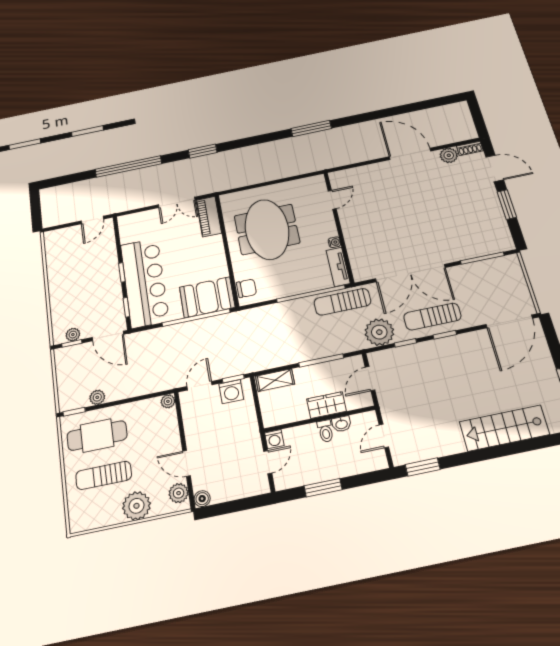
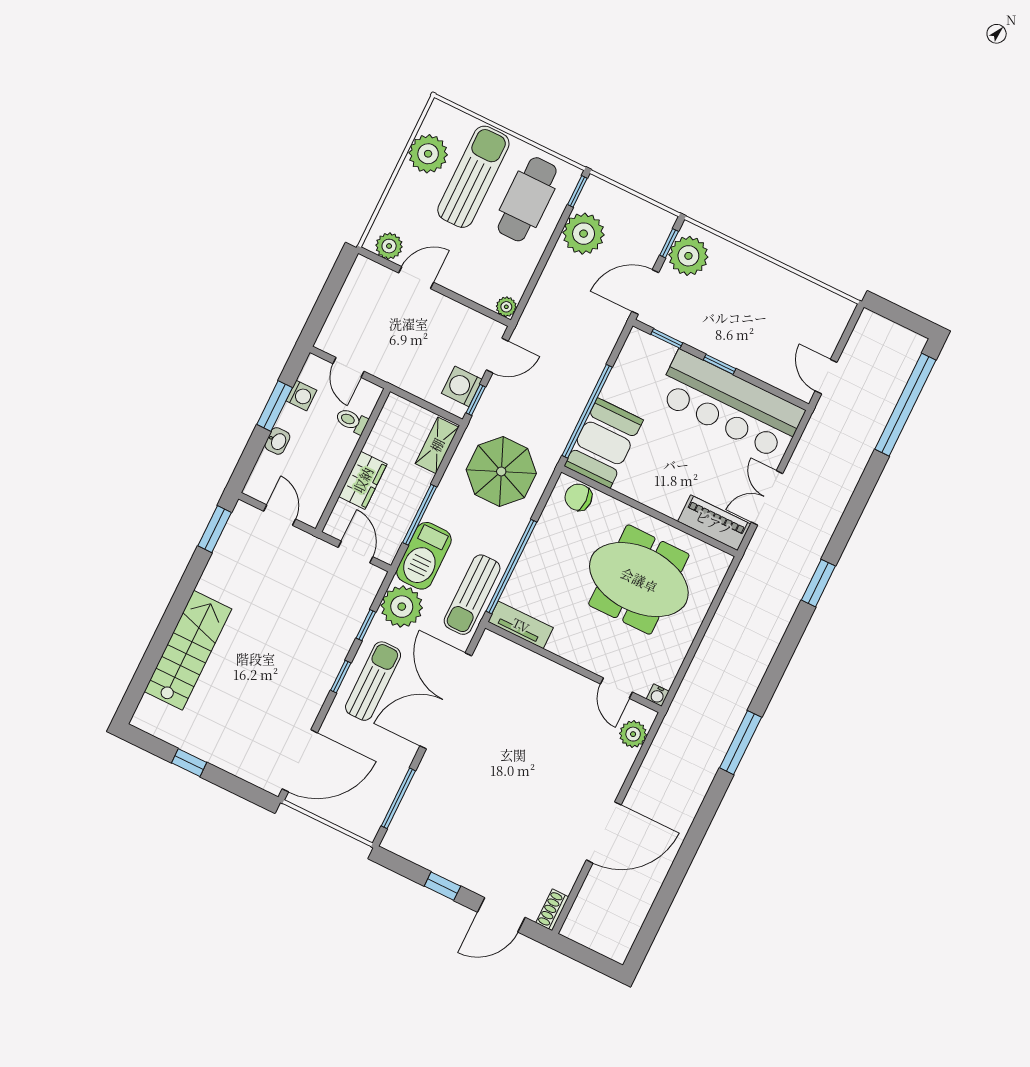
plant: (449, 155) -> (633, 734), moved
window: (128, 167) -> (905, 405), moved
window: (507, 205) -> (442, 886), width x0.67
water cooler: (334, 242) -> (658, 695), moved
bar counter: (145, 282) -> (730, 405), moved
chair: (246, 288) -> (578, 497), turned 90
sun lounger: (342, 302) -> (472, 595), turned 180
door: (509, 321) -> (300, 761), swing flipped
plant: (73, 335) -> (688, 256), width x1.88, depth x1.88
parasol: (263, 336) -> (501, 471), added
barbecue: (342, 341) -> (424, 556), added
door: (199, 386) -> (497, 356), hinge flipped
plant: (97, 397) -> (584, 234), width x1.87, depth x1.87
washbasin: (341, 424) -> (277, 441), moved, turned 180
toilet: (326, 431) -> (352, 421), moved
washing machine: (274, 439) -> (301, 396), moved, turned 180
sun lounger: (104, 475) -> (473, 177), width x1.36, depth x1.34
boiler: (202, 499) -> (363, 267), removed
plant: (136, 506) -> (428, 154), moved

